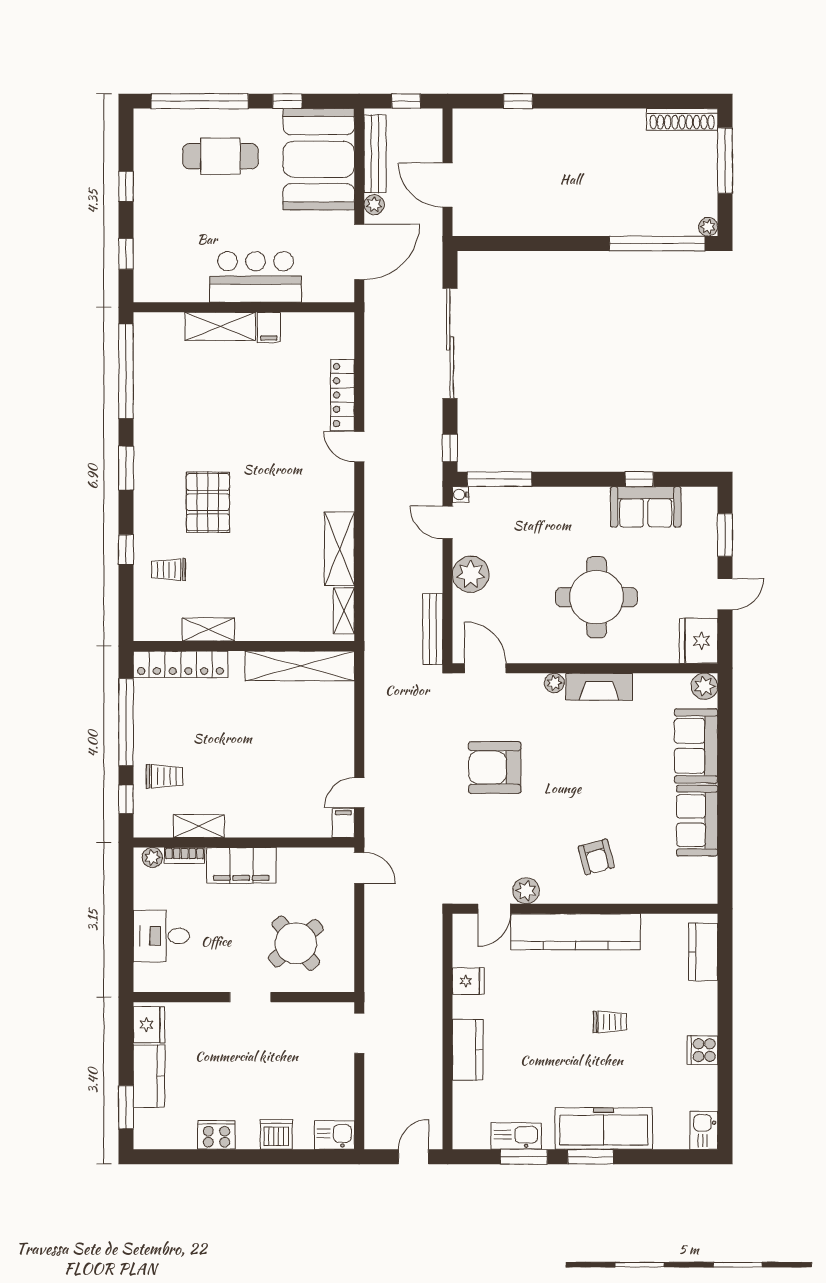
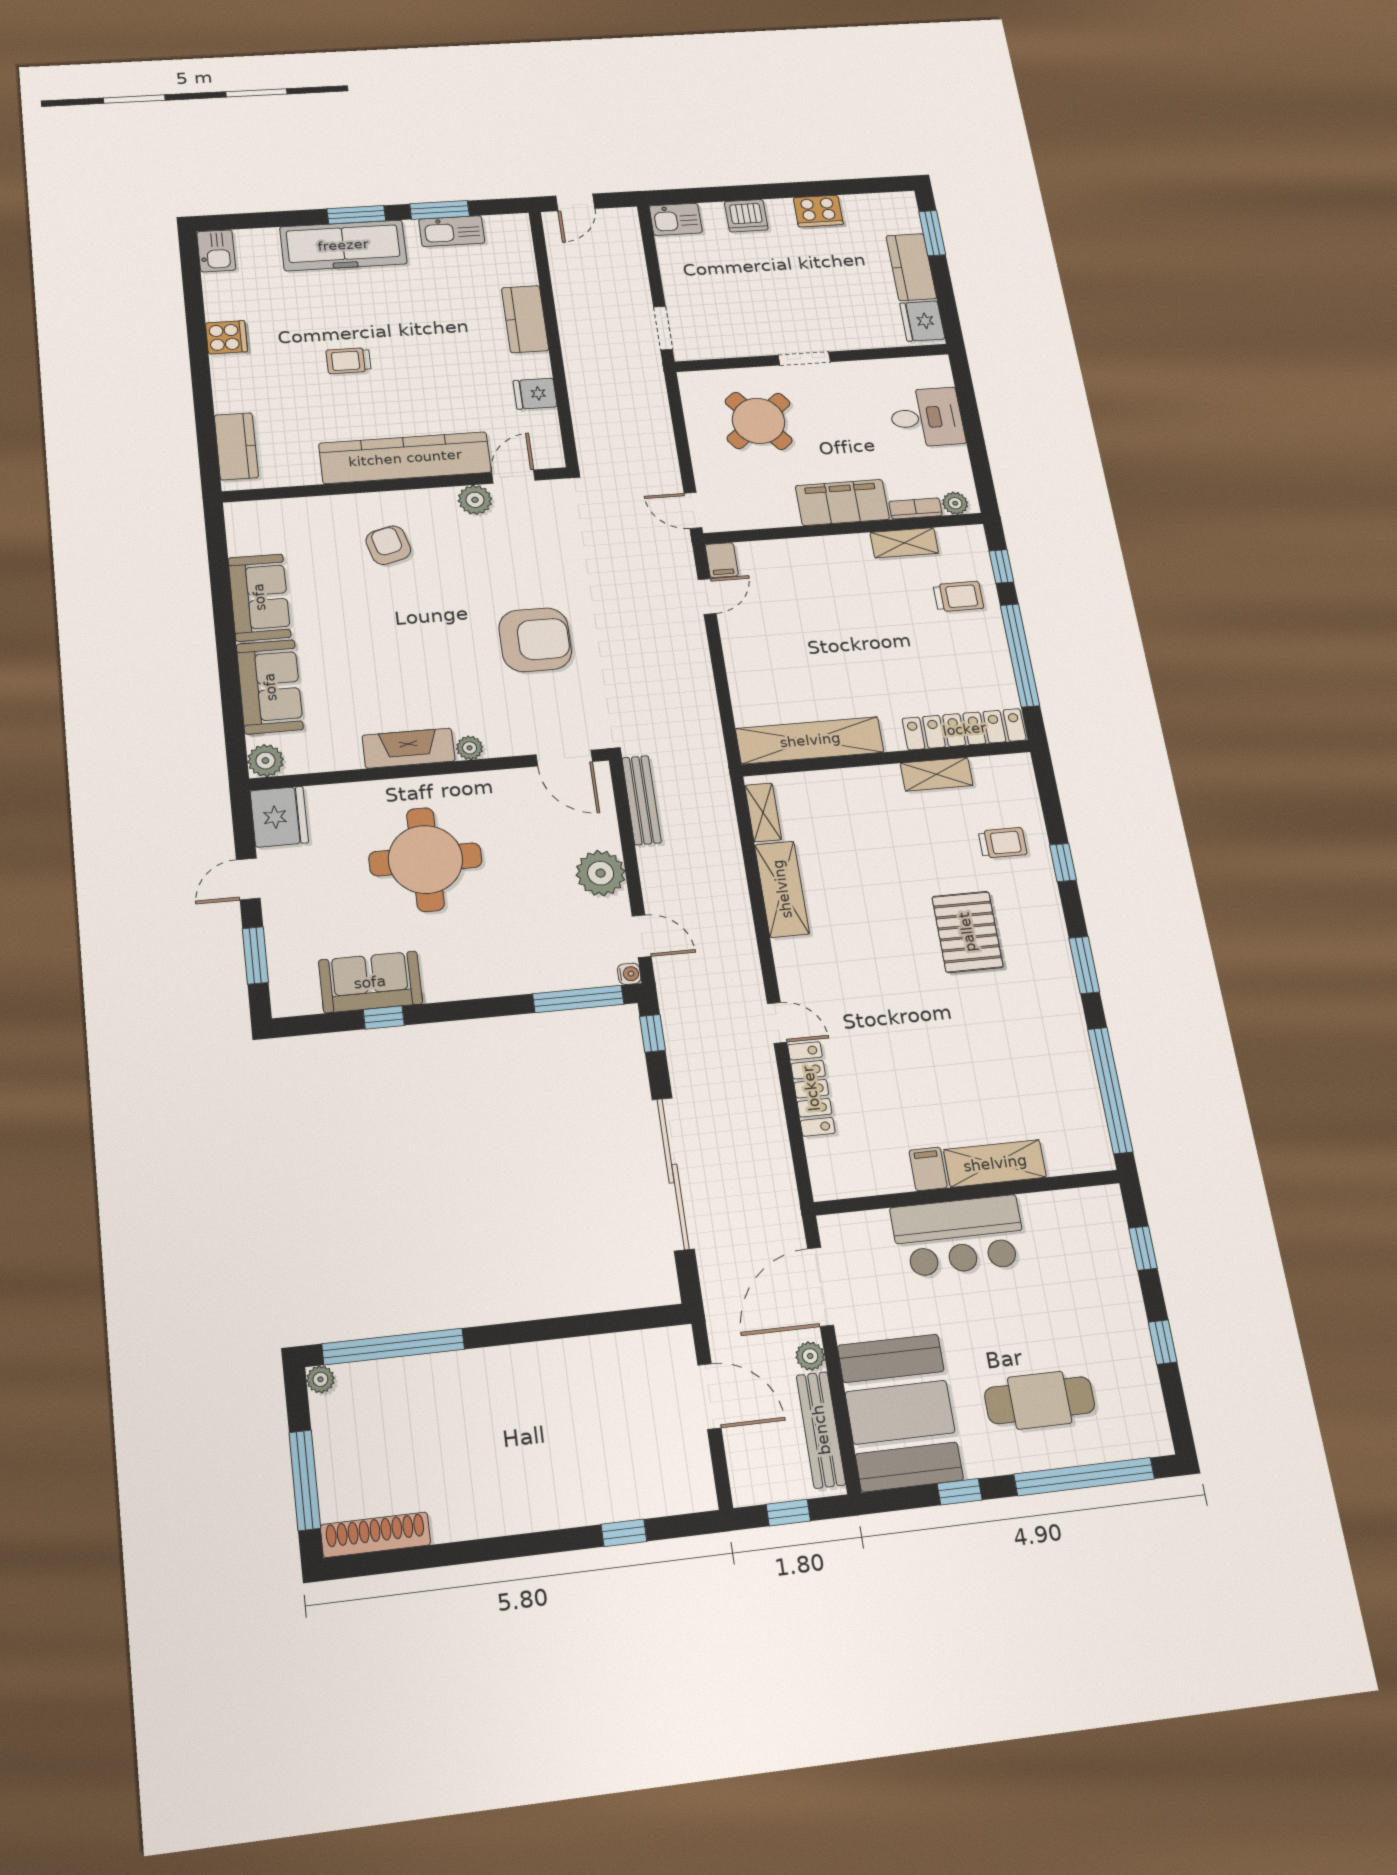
trolley: (165, 776) -> (958, 596), turned 180

